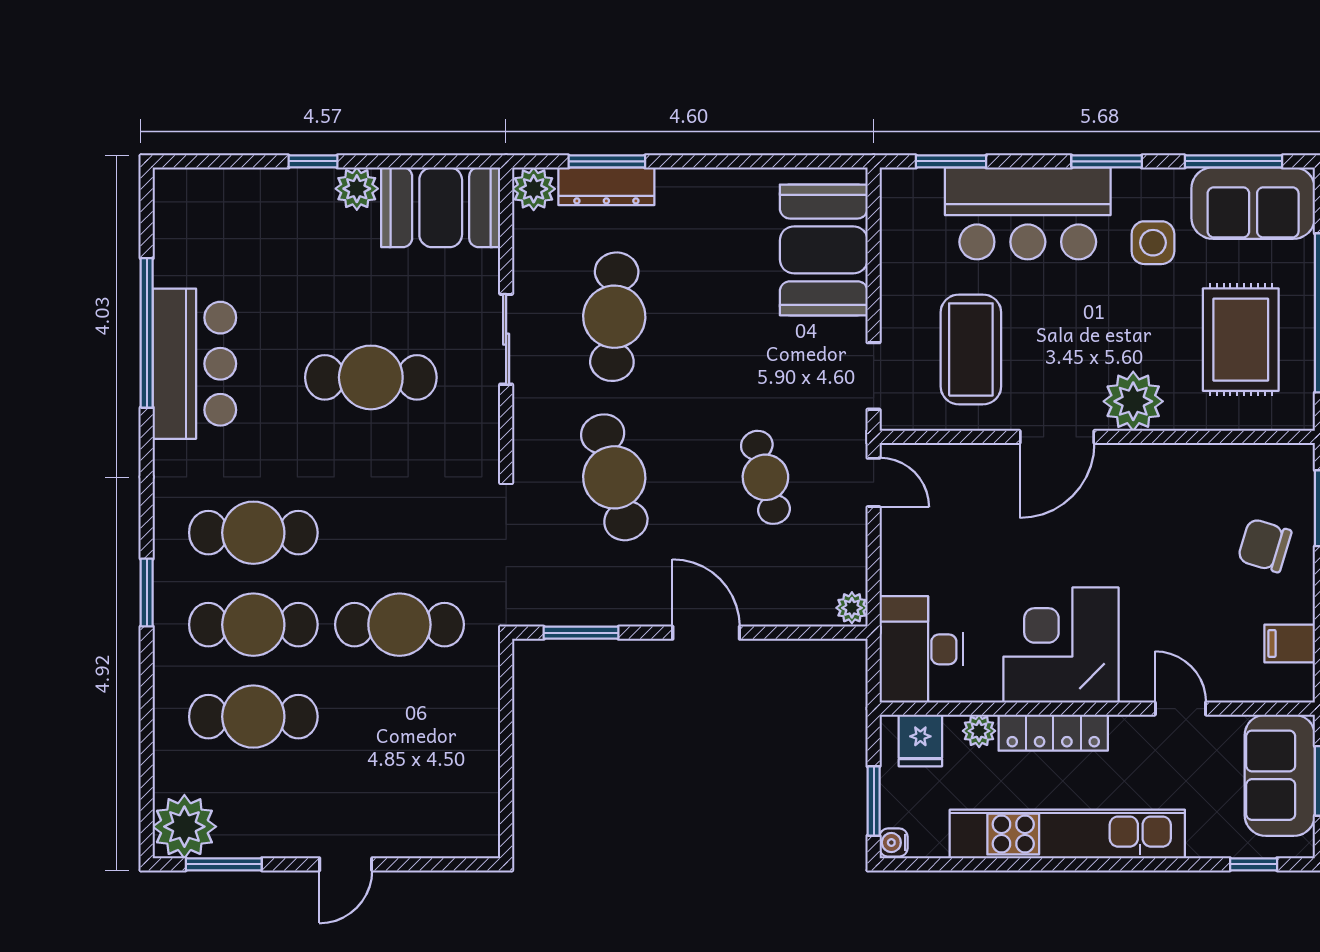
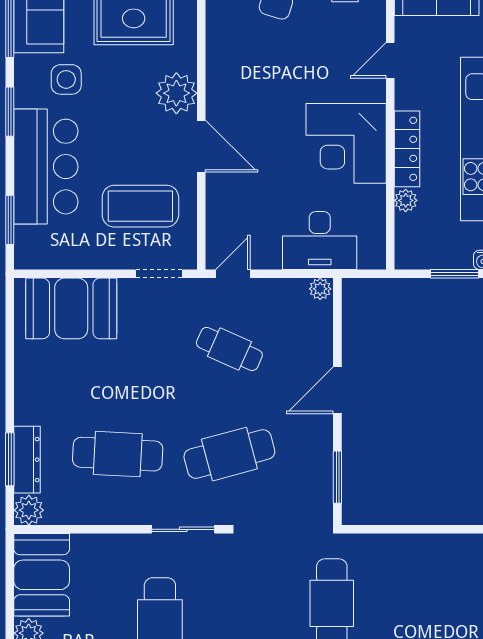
sliding door: (506, 339) -> (183, 529), moved
cafe table: (765, 477) -> (229, 349), turned 39
desk: (921, 649) -> (320, 241), moved
fridge: (920, 740) -> (412, 241), removed

